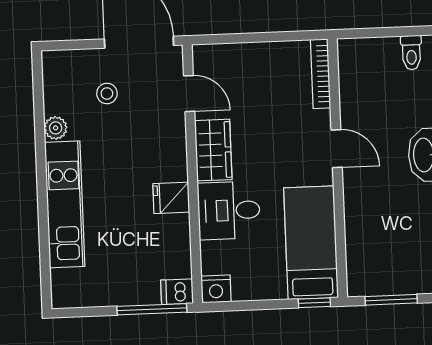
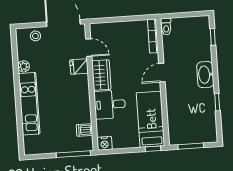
toilet: (411, 53) -> (166, 27), moved
stool: (107, 93) -> (35, 36), moved
door: (337, 149) -> (162, 73), swing flipped
fridge: (171, 198) -> (79, 67), moved
dishwasher: (177, 292) -> (84, 130), moved

